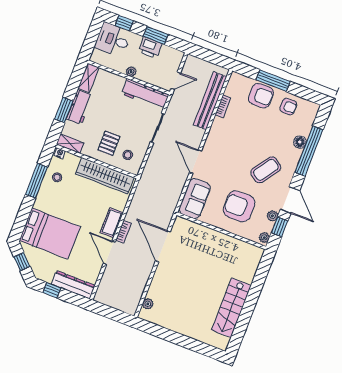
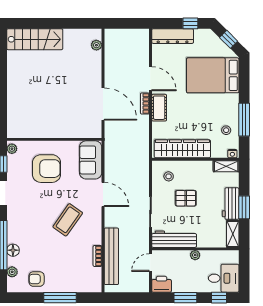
printer: (150, 48) -> (162, 284), moved
armchair: (261, 96) -> (66, 279), removed
window: (64, 110) -> (244, 207), moved
pallet: (109, 143) -> (186, 198), moved, turned 90
coffee table: (266, 170) -> (68, 220), moved
plant: (272, 216) -> (12, 272), moved
stairs: (231, 308) -> (35, 39), moved, turned 90

